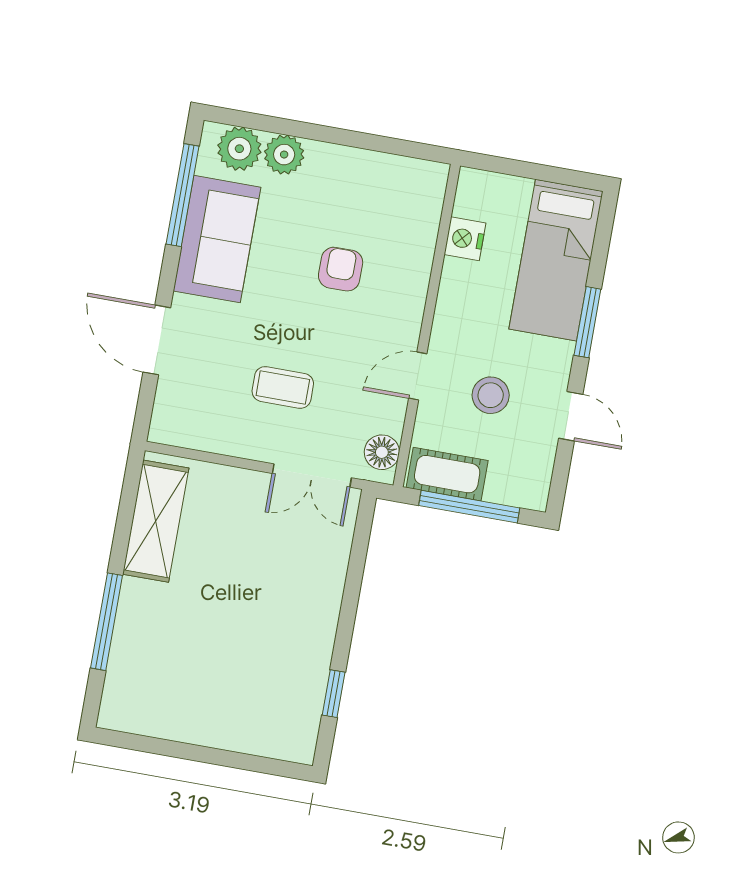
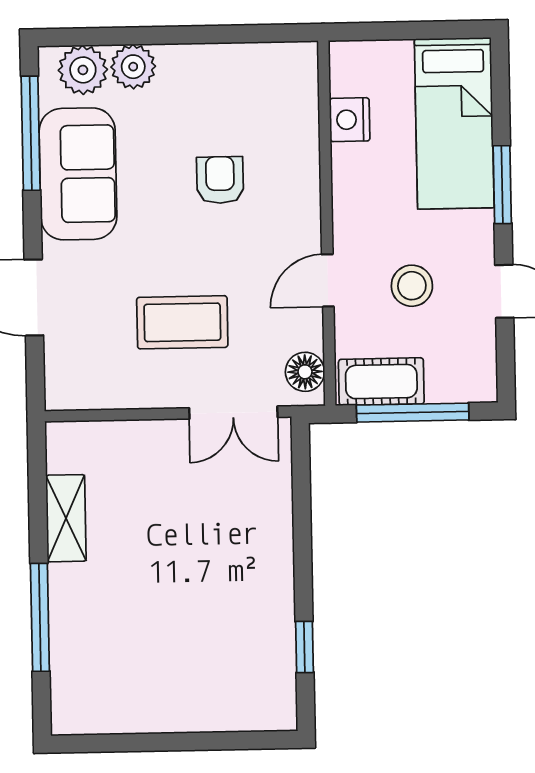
coffee table: (283, 387) -> (182, 322), width x1.36, depth x1.30
shelving: (156, 521) -> (66, 518), width x0.67, depth x0.75

